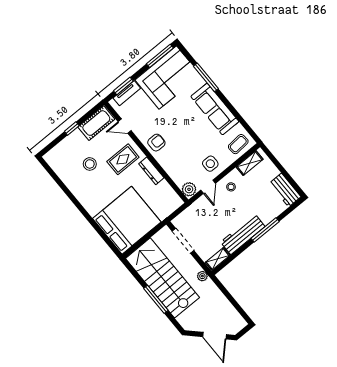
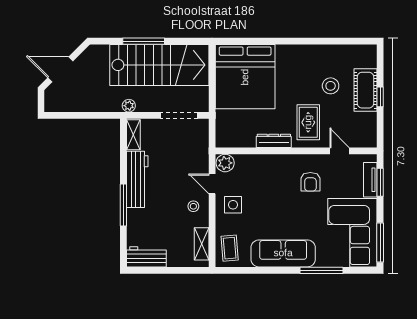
cot: (96, 123) -> (365, 90), moved
door: (125, 126) -> (340, 151), hinge flipped
armchair: (156, 143) -> (310, 182), moved

